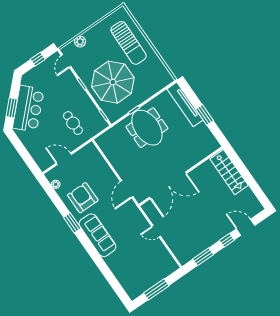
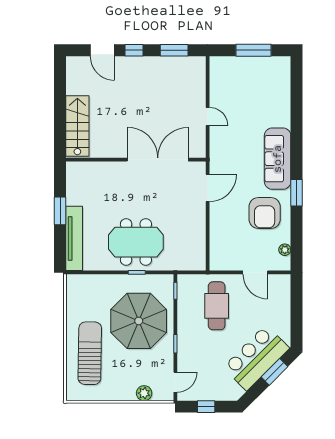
cafe table: (73, 123) -> (217, 306), width x1.37, depth x1.35
meeting table: (147, 128) -> (136, 242), turned 90

